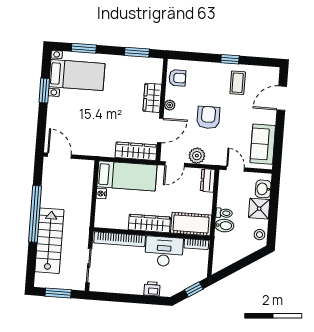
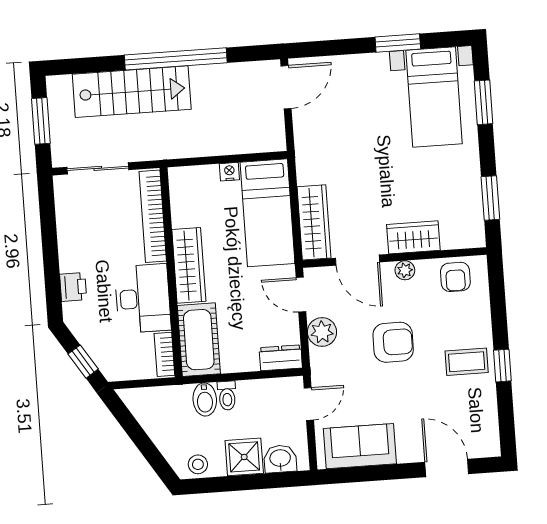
coffee table: (238, 83) -> (467, 362), moved

